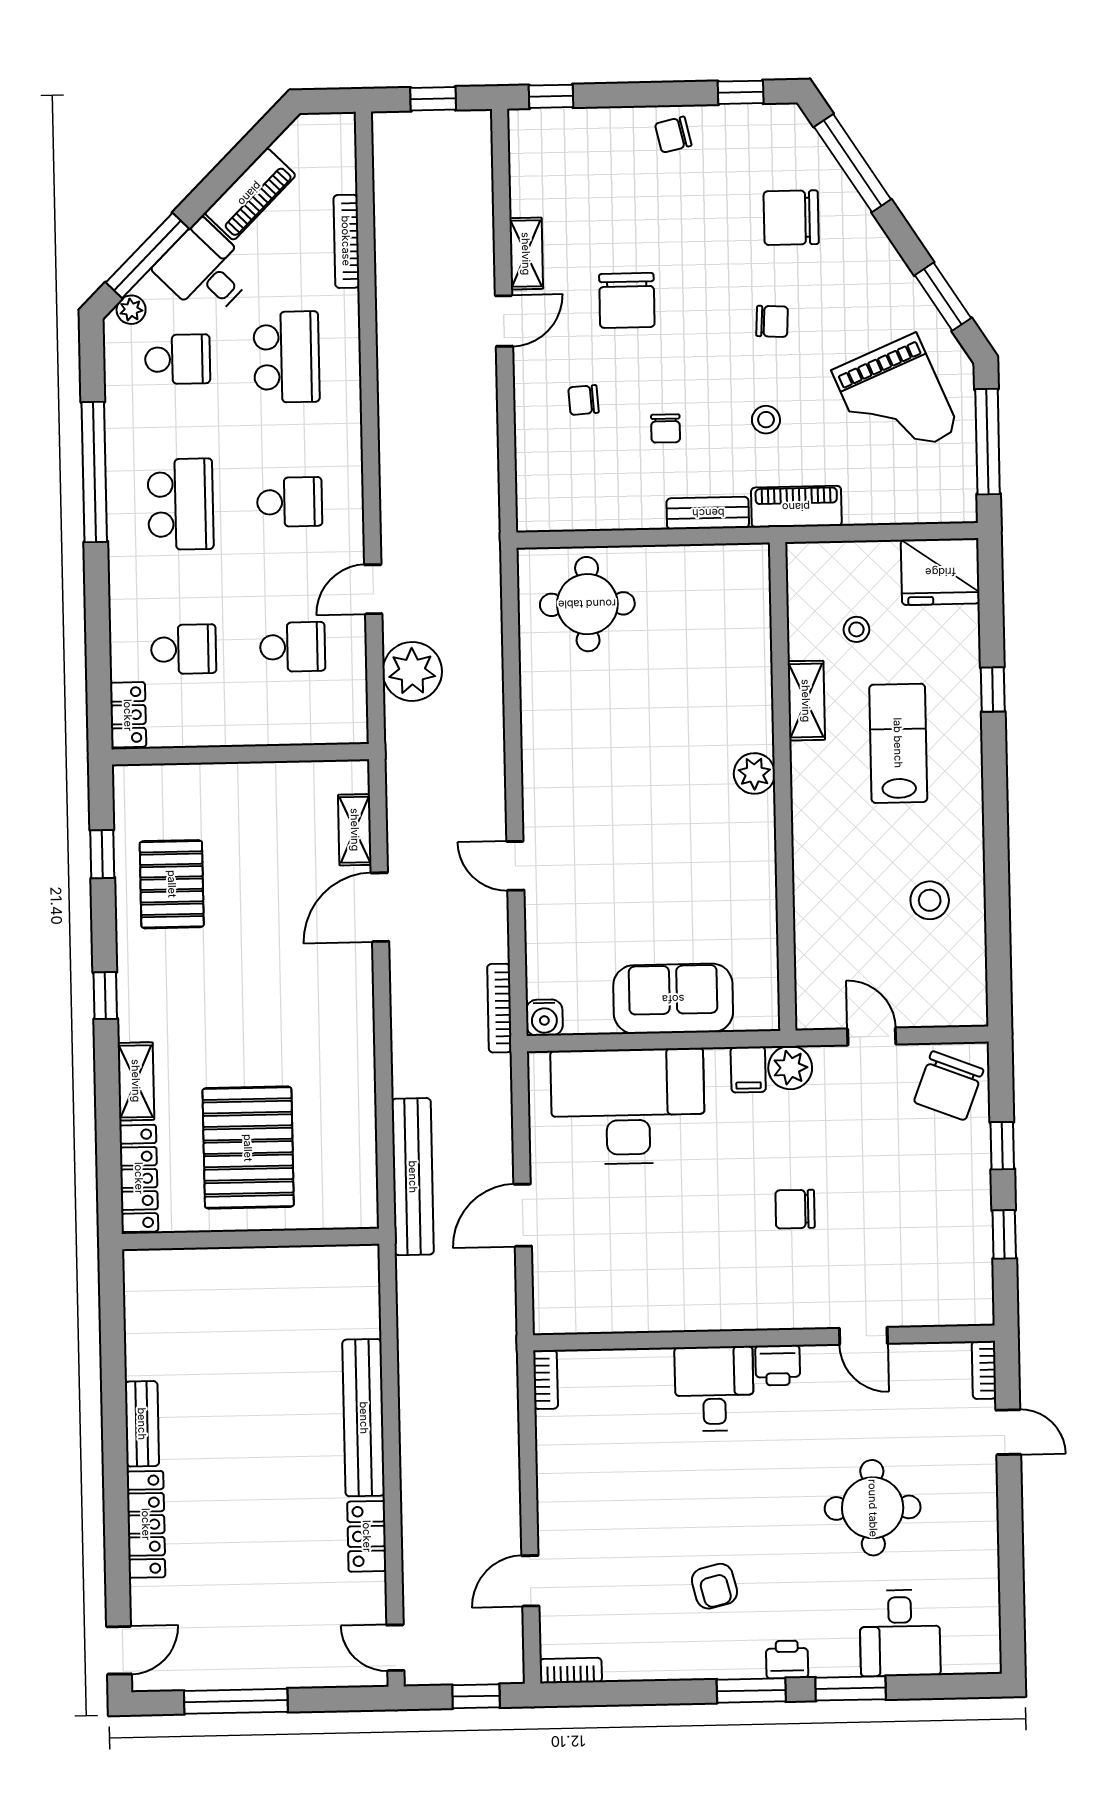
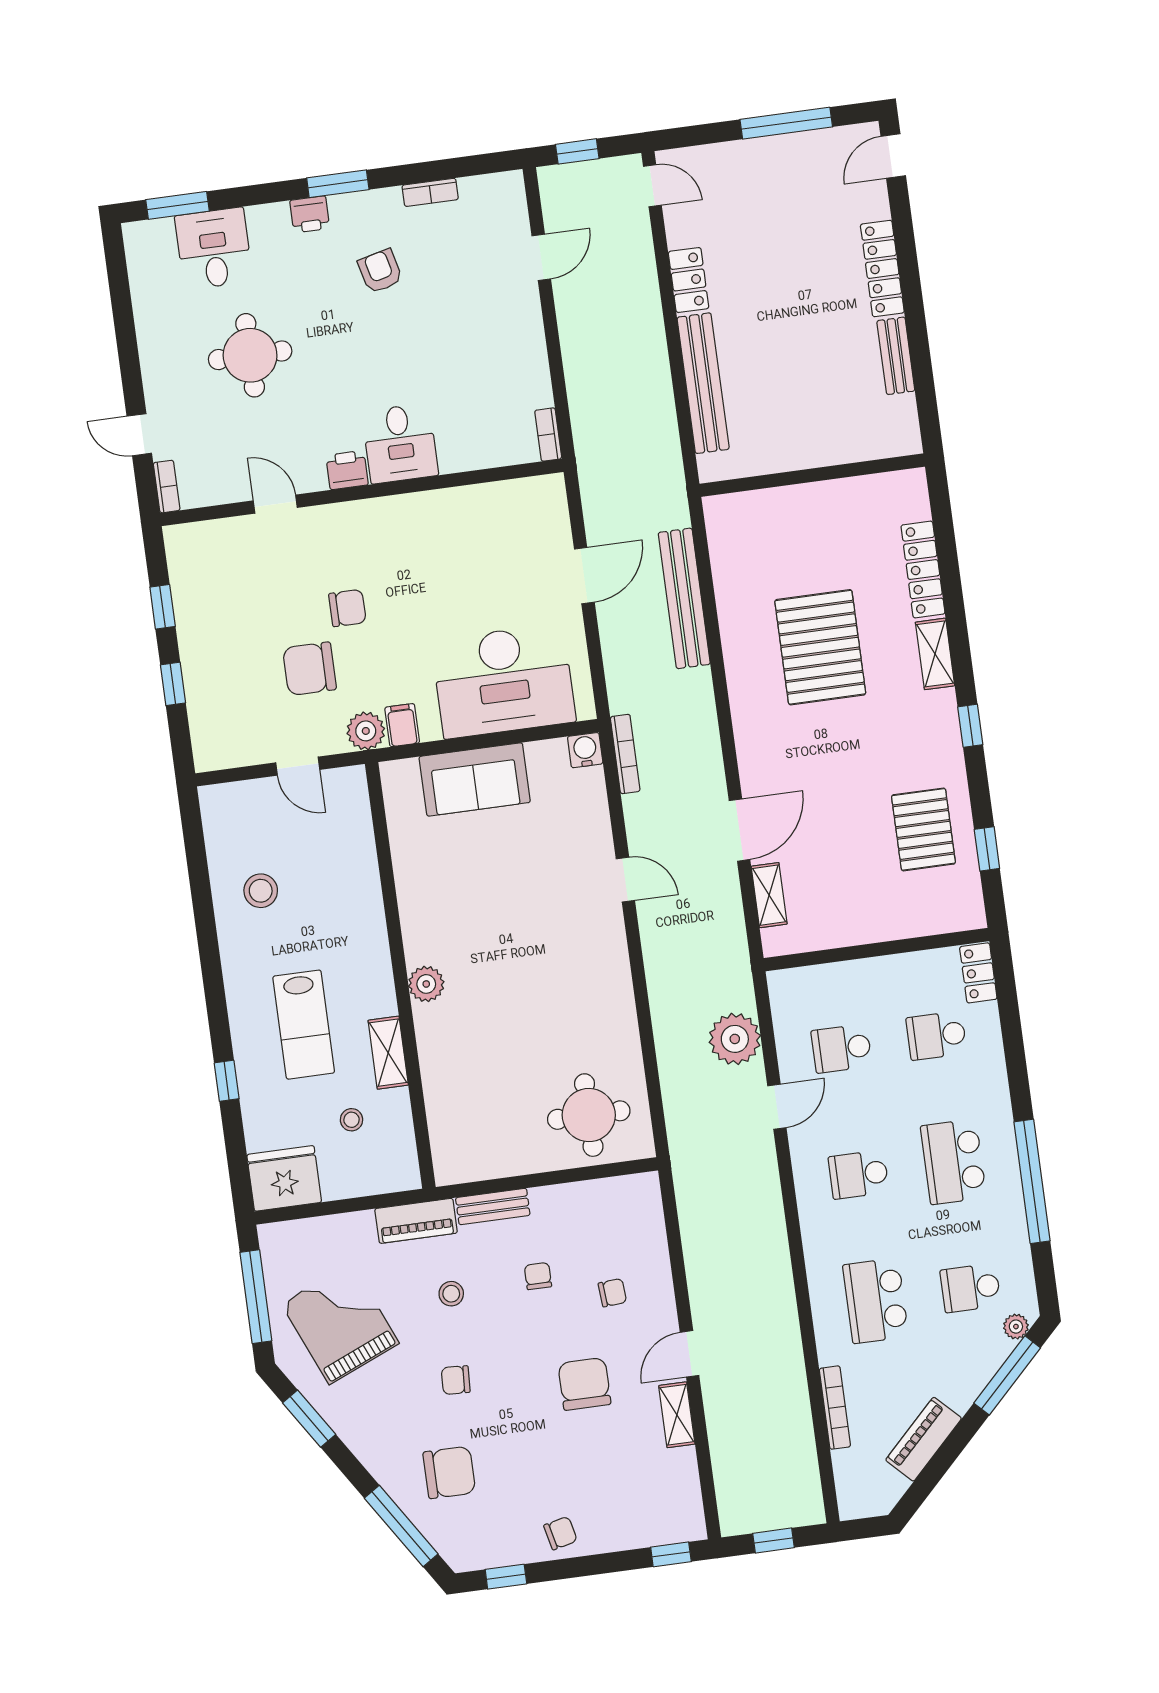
desk: (205, 270) -> (955, 1368), removed
chair: (949, 1086) -> (309, 669), moved, turned -111
pallet: (248, 1148) -> (820, 647), moved
wall: (251, 1239) -> (812, 475), moved
bookcase: (571, 1671) -> (430, 192), moved
window: (851, 1688) -> (178, 205), moved

